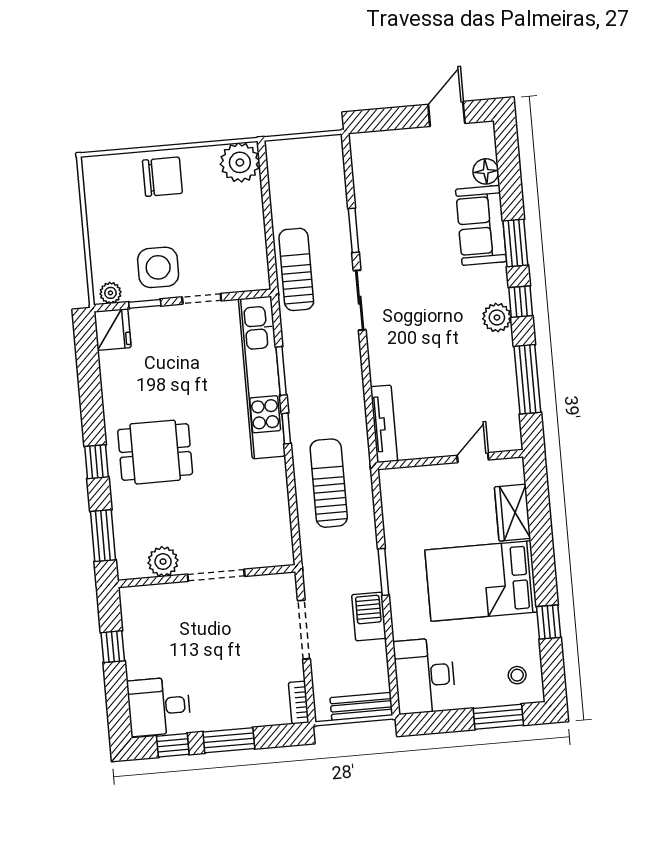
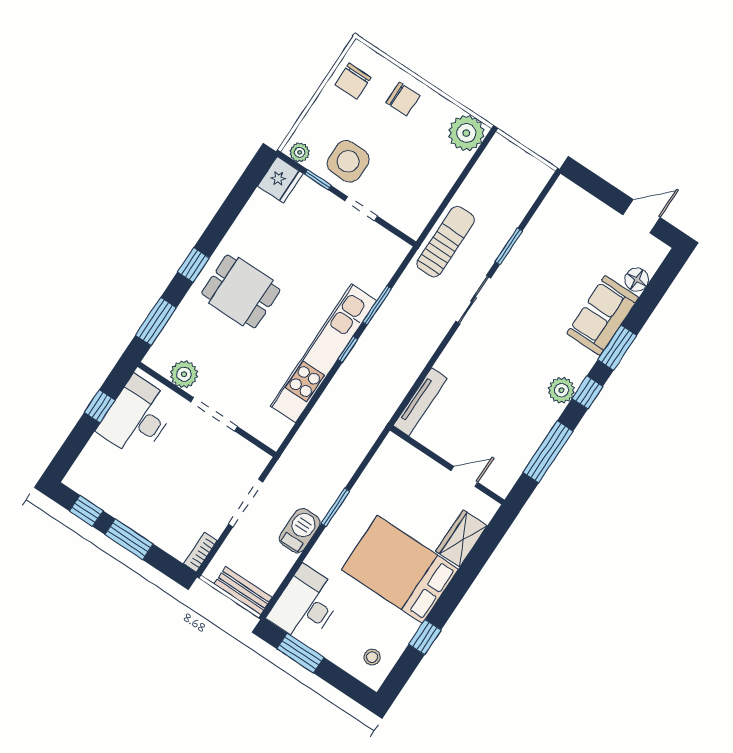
chair: (162, 177) -> (403, 99), width x0.73, depth x0.73
chair: (107, 195) -> (353, 81), added
kitchen unit: (262, 377) -> (323, 353), moved
sun lounger: (329, 483) -> (347, 413), removed
desk: (159, 706) -> (137, 417), moved, width x1.37
window: (498, 717) -> (300, 653), moved

